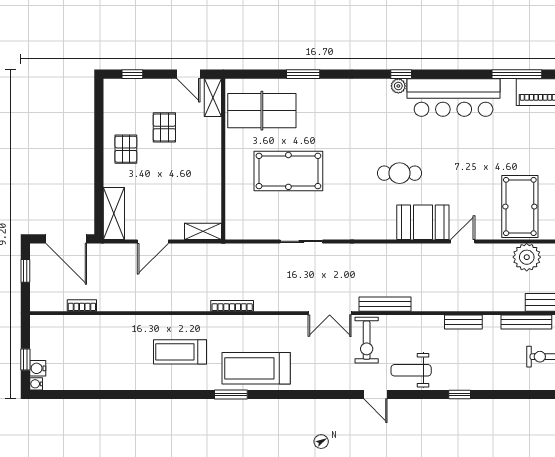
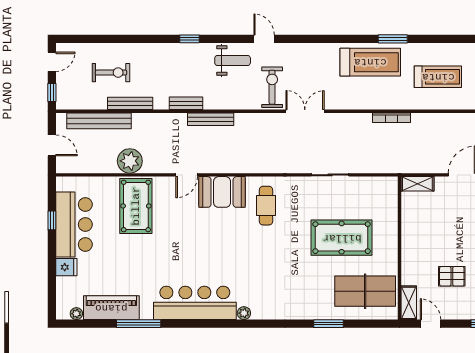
window: (401, 74) -> (241, 324), removed
pallet: (164, 127) -> (452, 276), turned 90
cafe table: (400, 173) -> (266, 206), moved, turned 90
bench: (385, 304) -> (211, 119), moved

